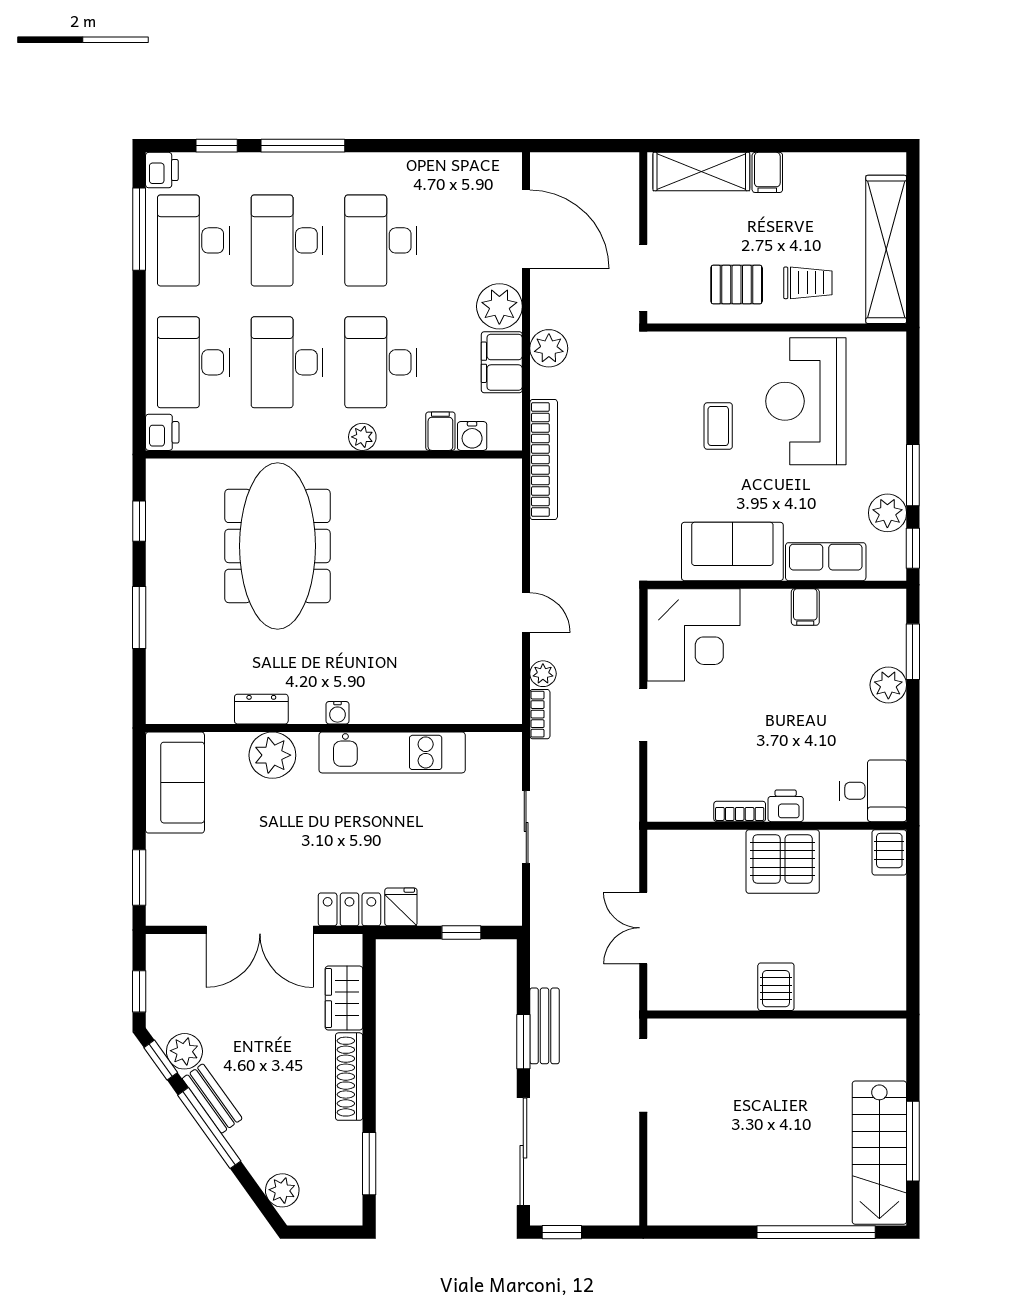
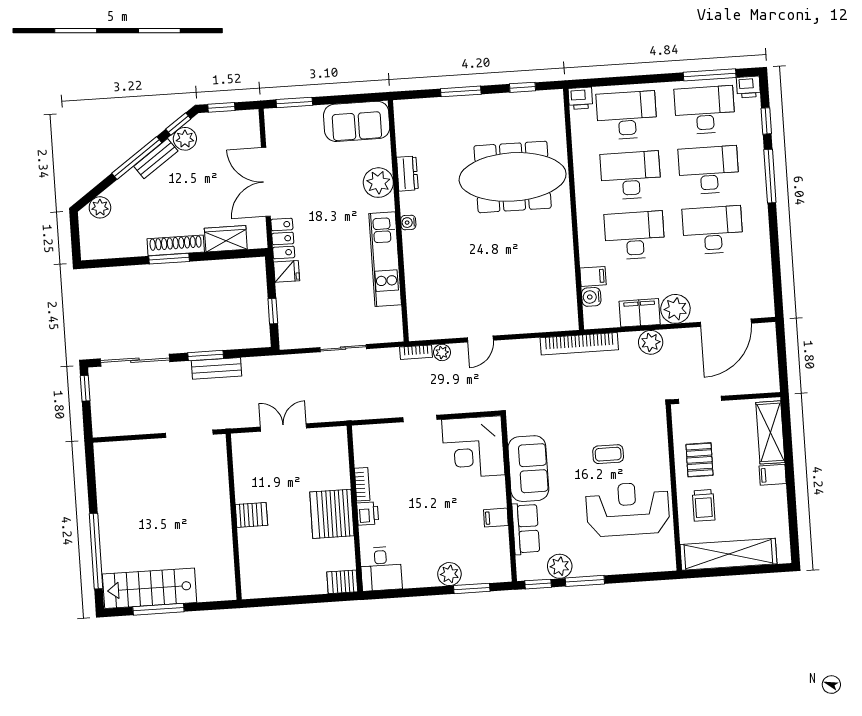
plant: (362, 437) -> (586, 227), removed
window: (369, 1164) -> (169, 259), moved

